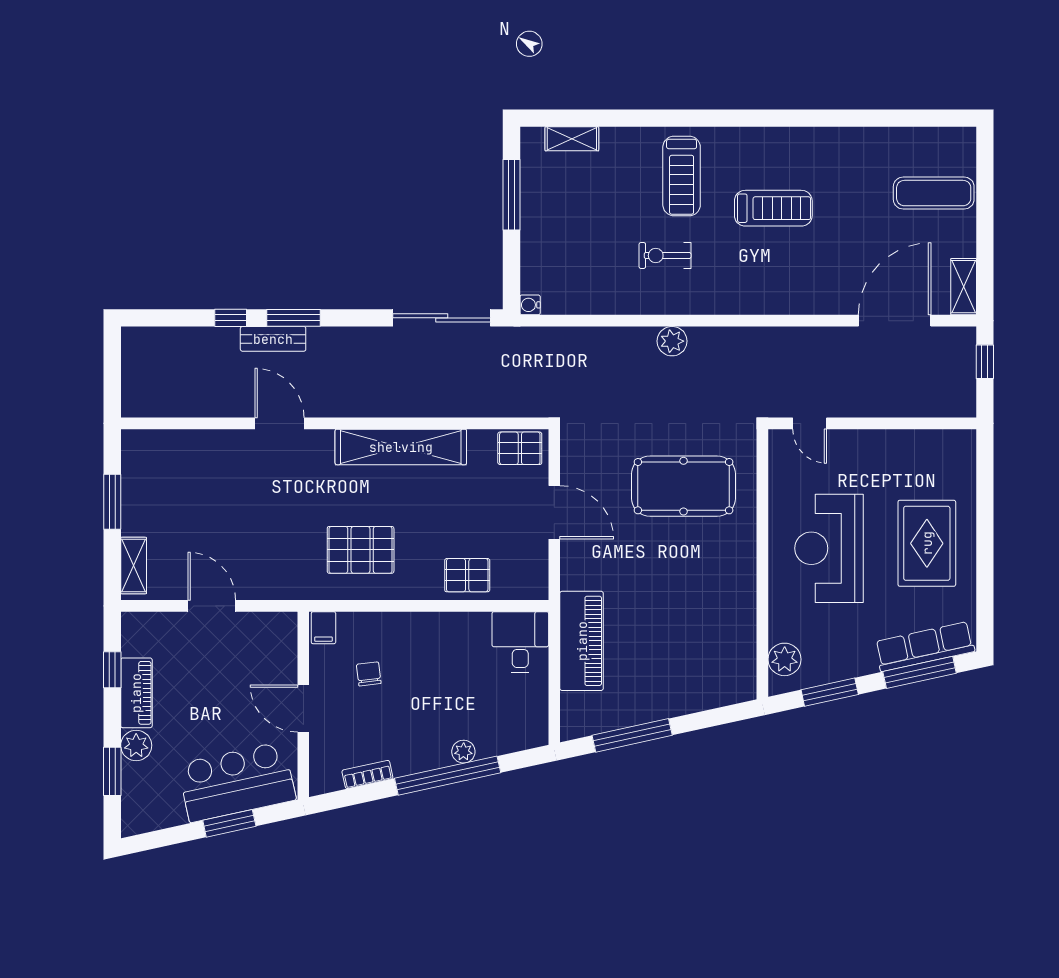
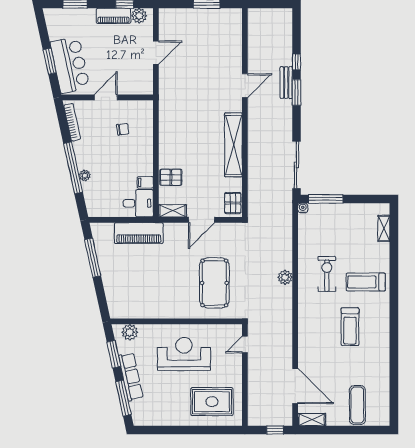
window: (511, 195) -> (326, 199), moved
exercise bike: (665, 255) -> (327, 274), width x1.38, depth x1.39
rug: (927, 543) -> (212, 402), moved
pallet: (361, 550) -> (183, 125), removed
shelving: (134, 566) -> (173, 211), moved
pallet: (467, 575) -> (171, 177), turned 90
filing cabinet: (323, 628) -> (145, 182), moved
row of seats: (925, 647) -> (131, 377), moved
plant: (136, 745) -> (139, 16), moved
bookcase: (367, 774) -> (72, 122), width x1.56

